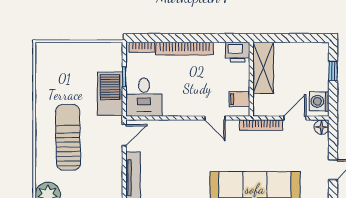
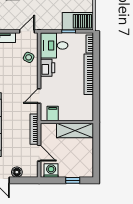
printer: (238, 52) -> (47, 68), moved, turned 180
barbecue: (110, 94) -> (78, 21), moved
floor lamp: (322, 127) -> (17, 172), moved
side table: (161, 133) -> (29, 57), added
door: (124, 135) -> (27, 31), swing flipped

